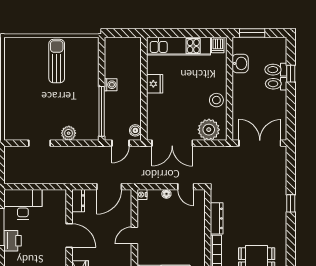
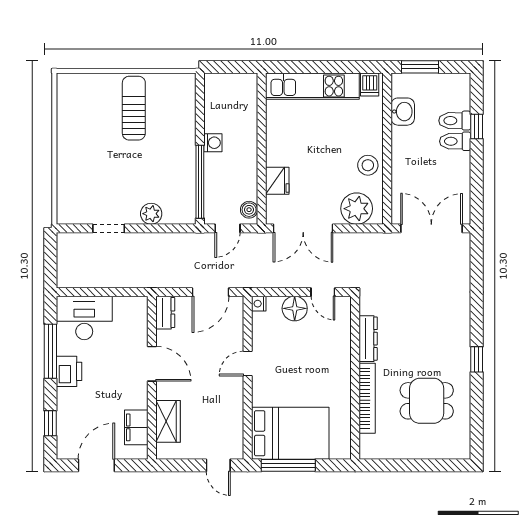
fridge: (155, 84) -> (277, 181), moved
floor lamp: (166, 194) -> (295, 308), width x1.89, depth x1.89
window: (291, 203) -> (477, 359), moved

